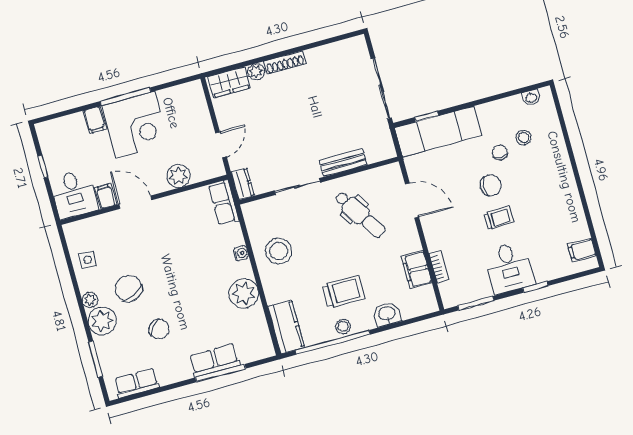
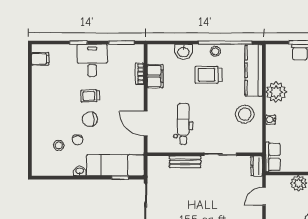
washbasin: (531, 97) -> (80, 171), moved
dental chair: (360, 214) -> (183, 124), turned 33
kitchen counter: (286, 327) -> (254, 70), width x1.50

